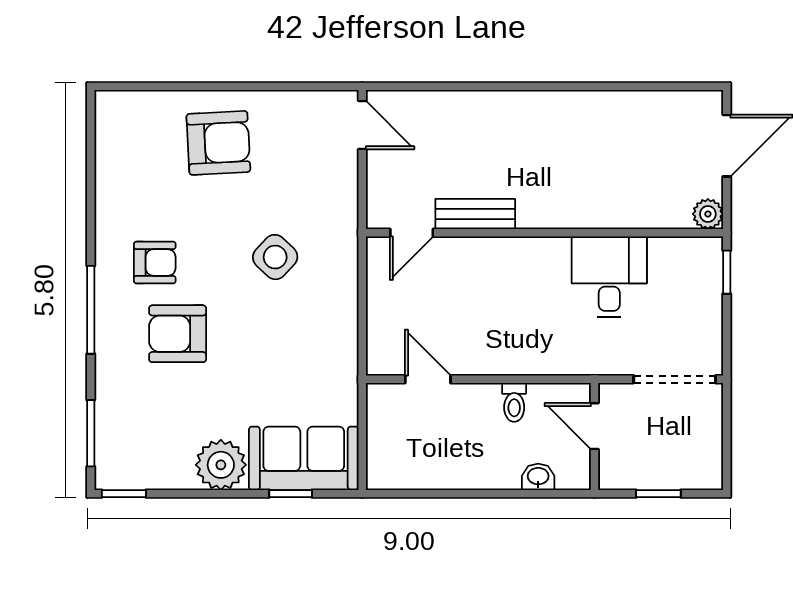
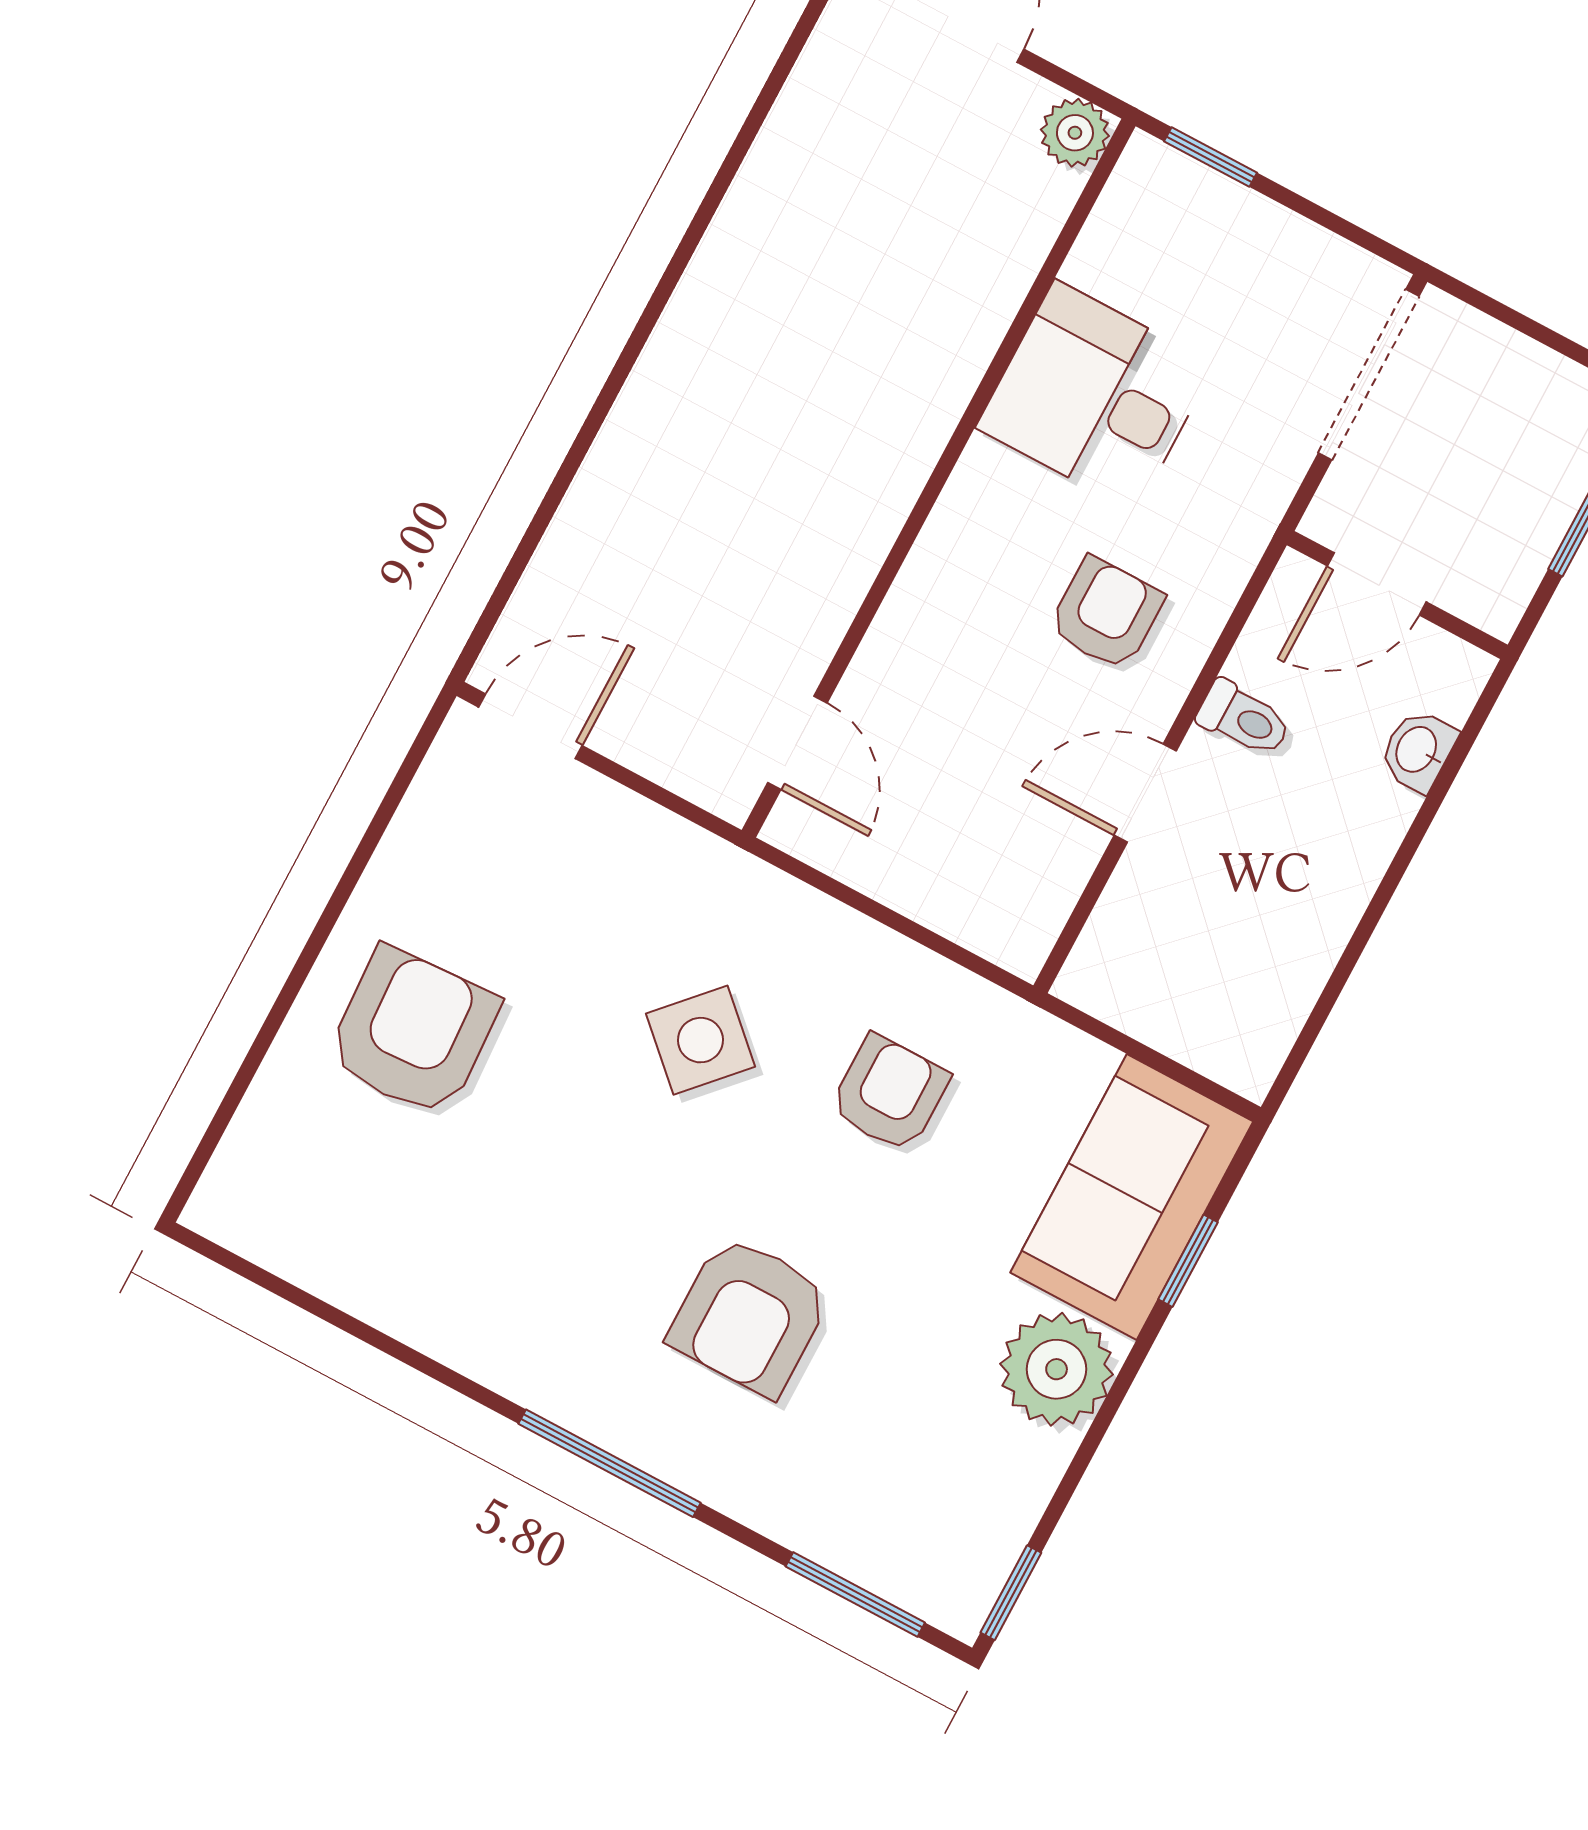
bench: (475, 214) -> (828, 596), removed
armchair: (155, 263) -> (889, 1093), moved
armchair: (527, 327) -> (1106, 614), added
door: (428, 379) -> (1145, 793), moved

